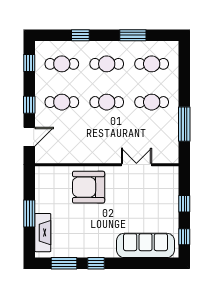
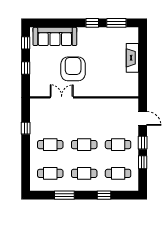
window: (29, 63) -> (143, 162), moved
window: (184, 124) -> (26, 128), width x0.46
door: (29, 137) -> (143, 118), swing flipped
double door: (136, 165) -> (62, 97), swing flipped
armchair: (89, 187) -> (73, 69), moved, turned -90
window: (29, 213) -> (143, 61), removed
fireplace: (43, 233) -> (132, 58), moved

